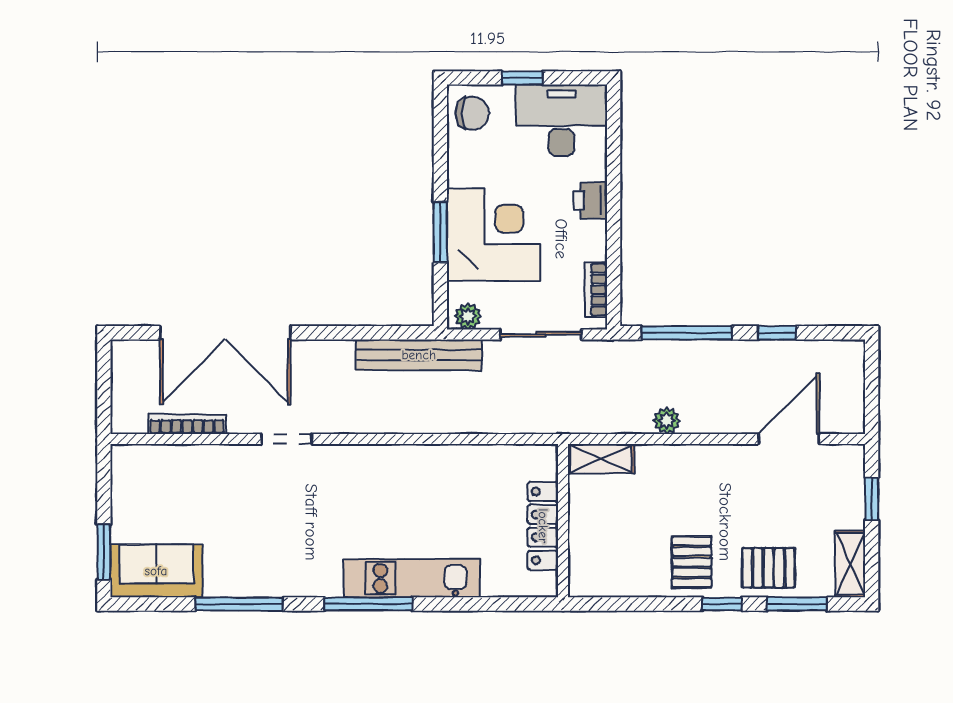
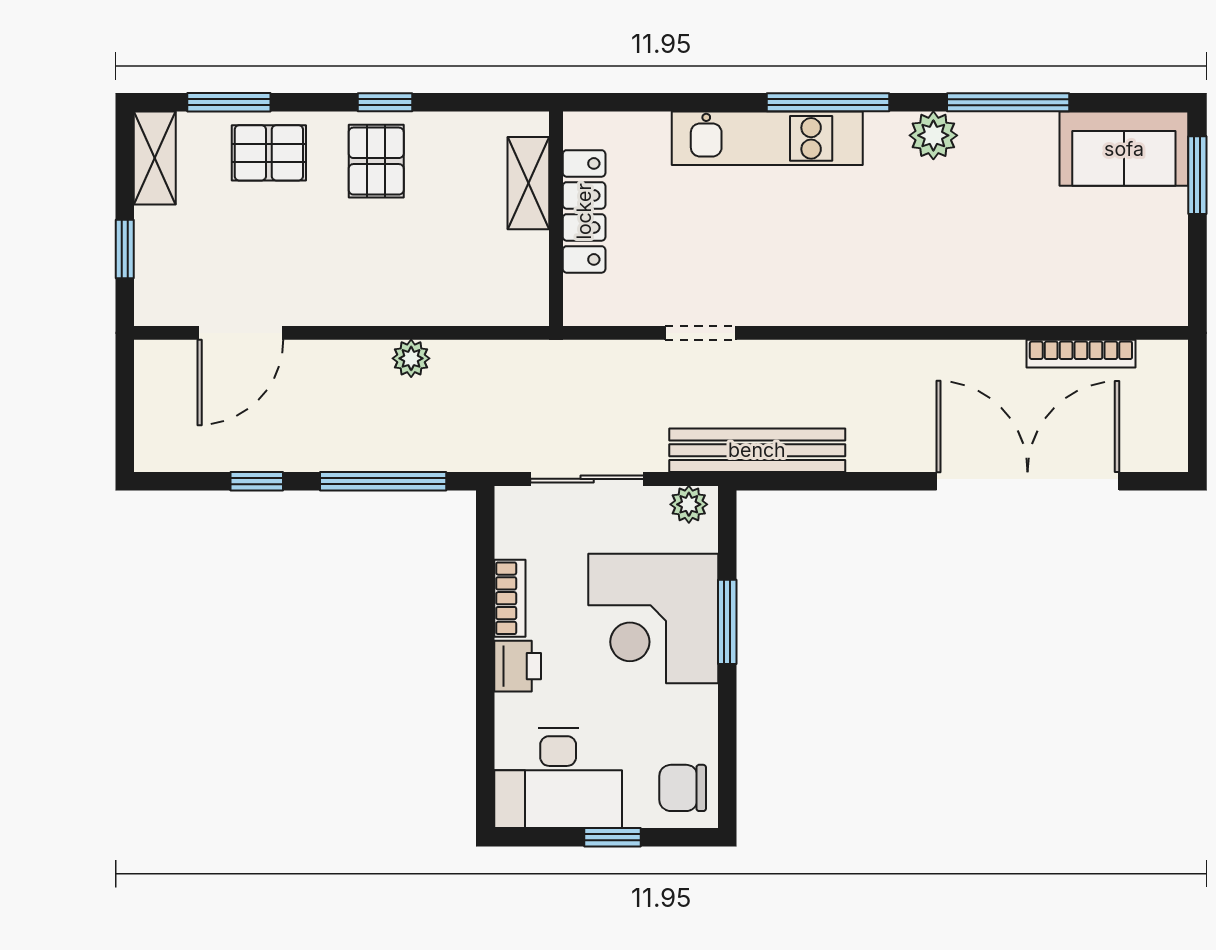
bookcase: (596, 290) -> (510, 598), moved
doorway: (286, 439) -> (701, 333), moved
shelving: (601, 459) -> (528, 183), moved, turned 90
plant: (293, 580) -> (933, 135), added
window: (722, 604) -> (385, 102), moved

